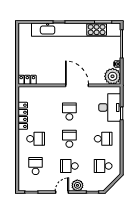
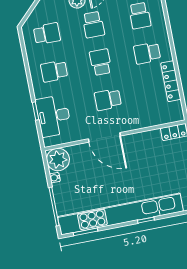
school desk: (69, 111) -> (108, 100), turned 90
school desk: (69, 139) -> (101, 62), turned 180
school desk: (69, 166) -> (93, 25), turned 90

